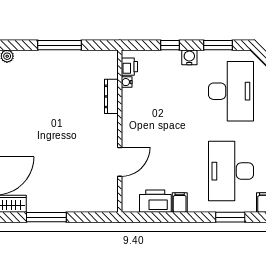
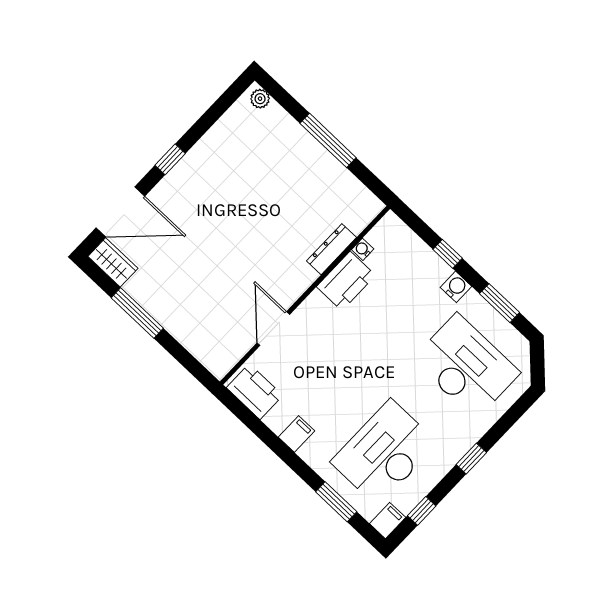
printer: (129, 67) -> (346, 281), moved, width x1.87, depth x1.48
desk: (231, 91) -> (466, 366), turned -90
door: (120, 162) -> (273, 329), swing flipped
printer: (155, 201) -> (255, 392), moved

